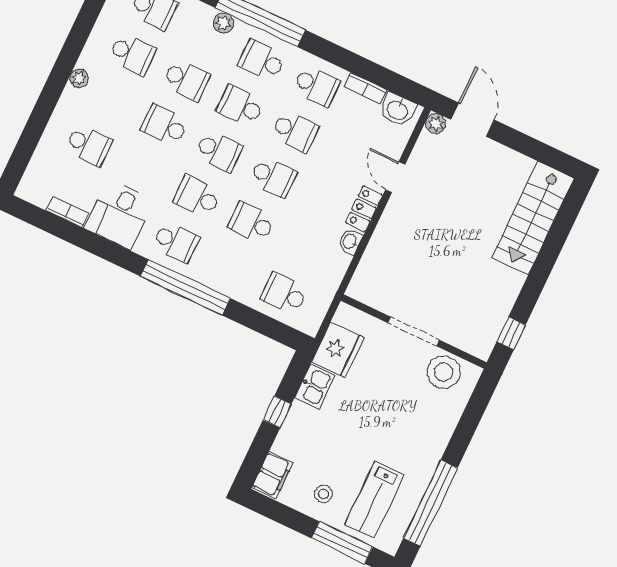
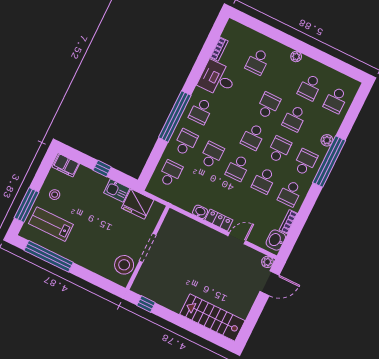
school desk: (197, 197) -> (186, 142), moved

